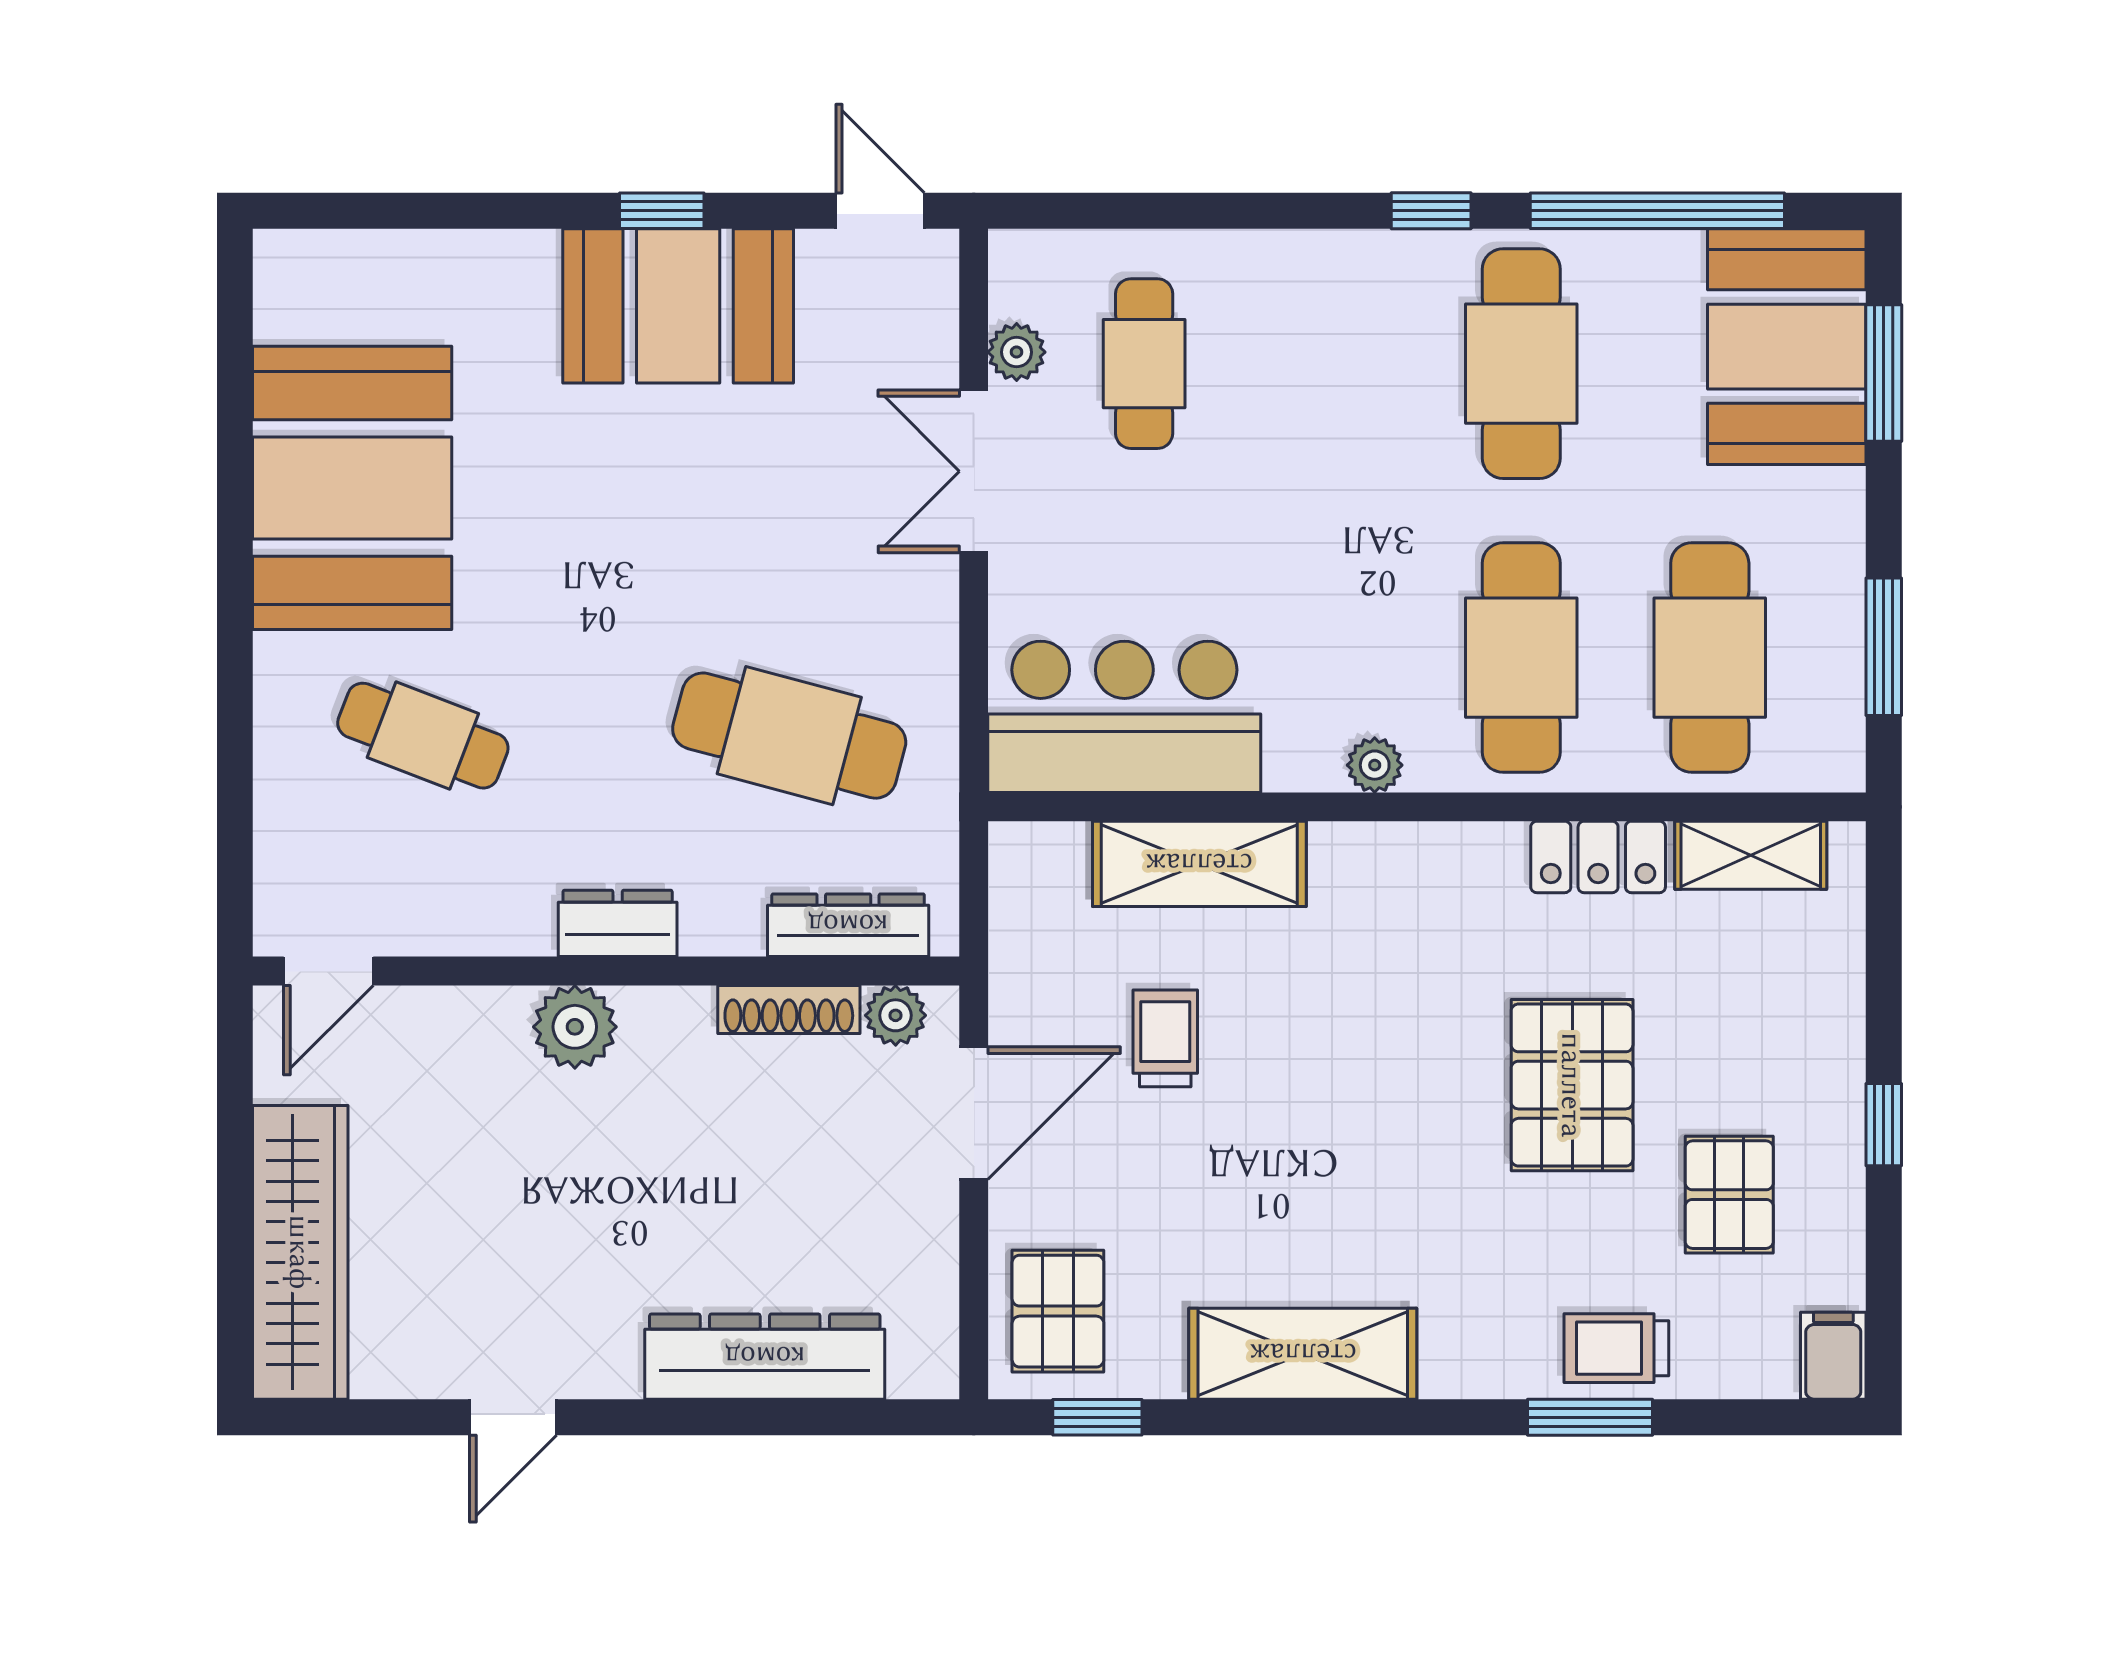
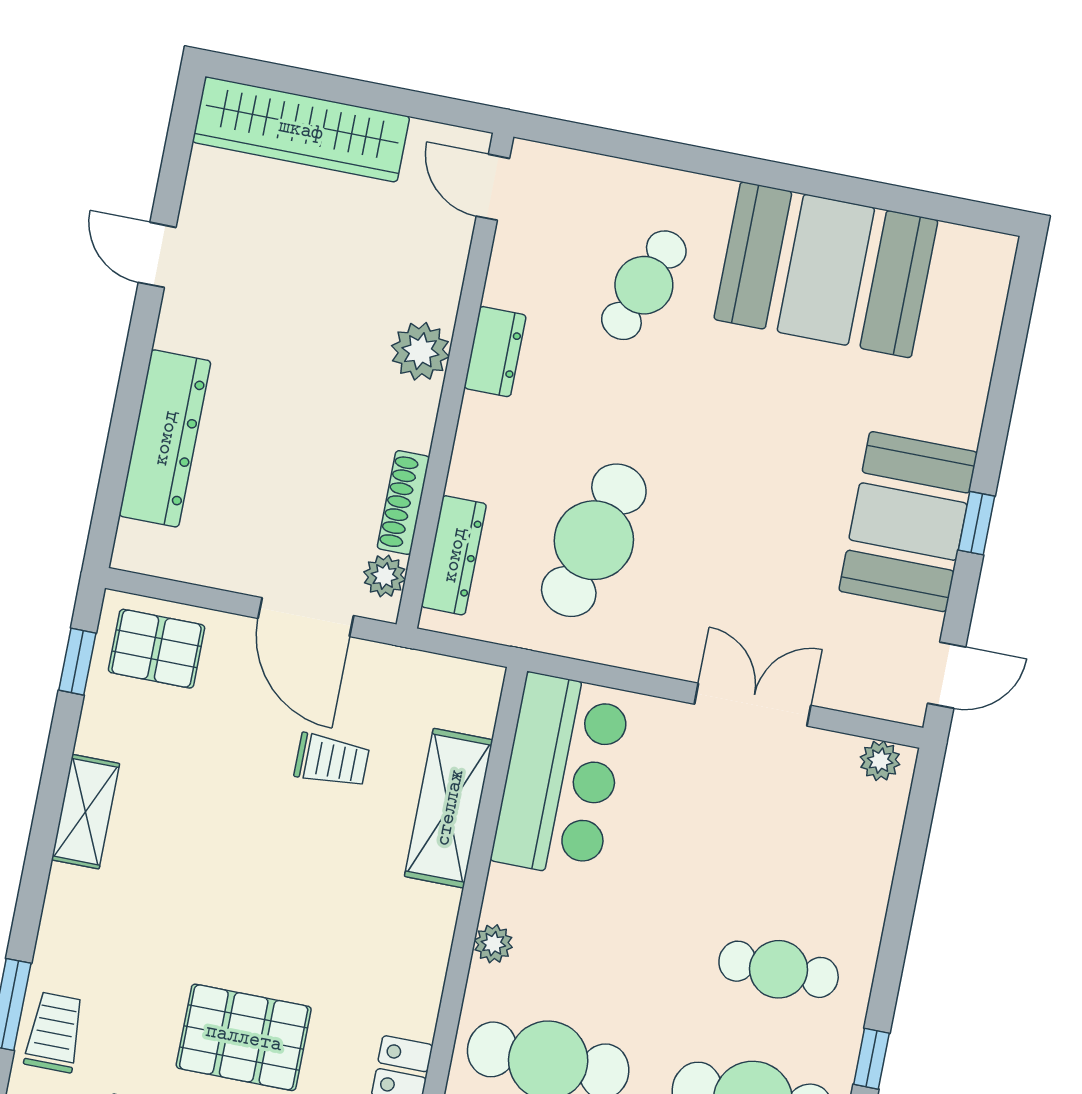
plant: (1017, 352) -> (880, 761), moved
cafe table: (1144, 364) -> (779, 969), moved
dresser: (618, 923) -> (495, 352), moved
shelving: (1303, 1354) -> (86, 812), width x0.67, depth x0.75

